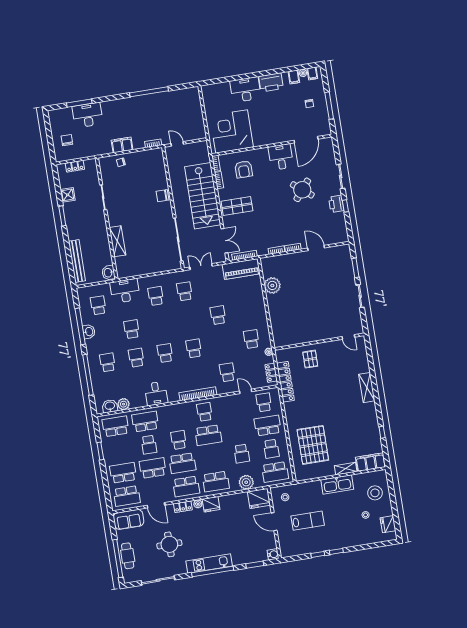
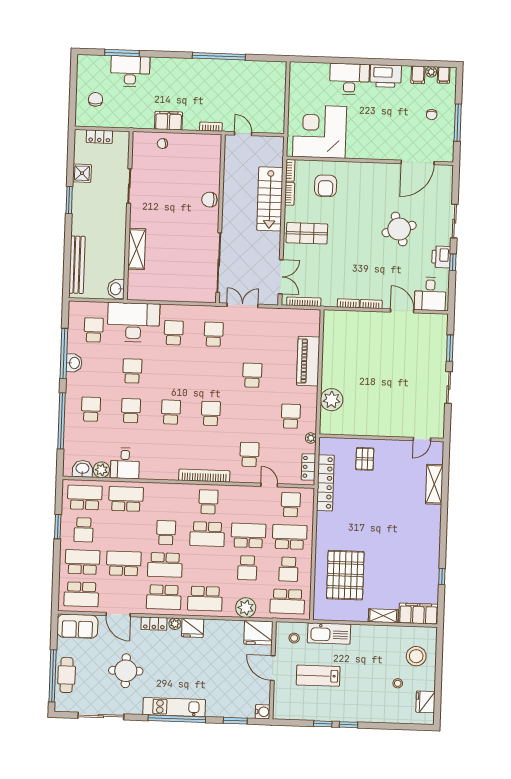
desk: (281, 157) -> (430, 294), moved, turned 180
round table: (302, 190) -> (399, 229), turned 33
stairs: (203, 196) -> (270, 199), width x0.73, depth x0.66
piano: (241, 269) -> (308, 361), moved, turned 90
plant: (272, 285) -> (332, 400), moved
desk: (125, 291) -> (133, 322), width x1.36, depth x1.30
door: (348, 337) -> (422, 439), hinge flipped
shelving: (367, 388) -> (434, 484), moved
desk: (156, 393) -> (125, 463), moved
school desk: (238, 430) -> (248, 536), added
school desk: (149, 445) -> (84, 530), moved
kitchen sink: (337, 484) -> (329, 633), moved
lab bench: (308, 521) -> (318, 676), turned 180

